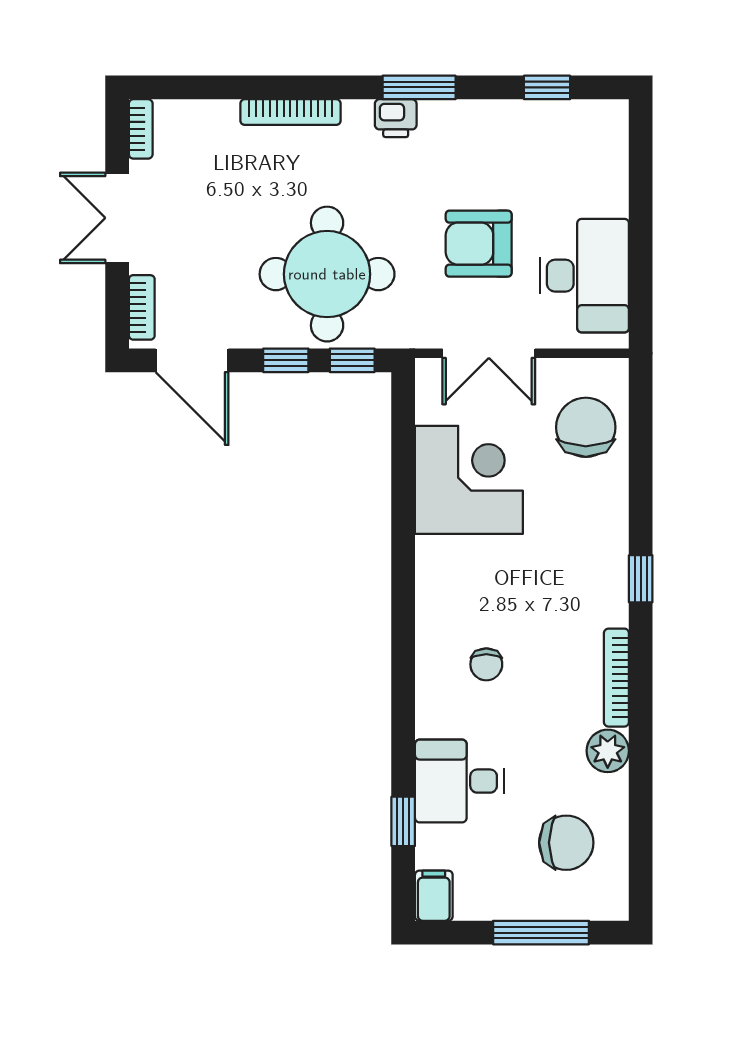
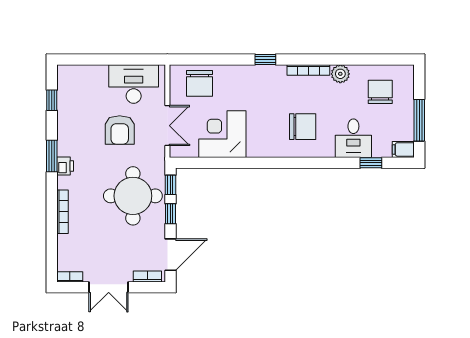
chair: (586, 427) -> (200, 83), turned -90
chair: (486, 664) -> (303, 127), width x1.87, depth x1.87
window: (541, 933) -> (419, 120), moved

